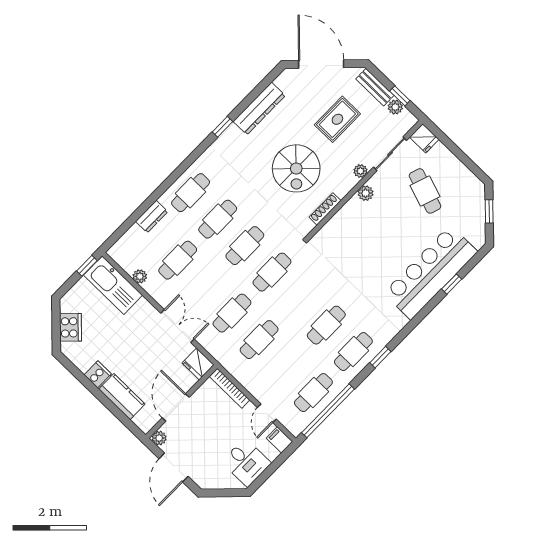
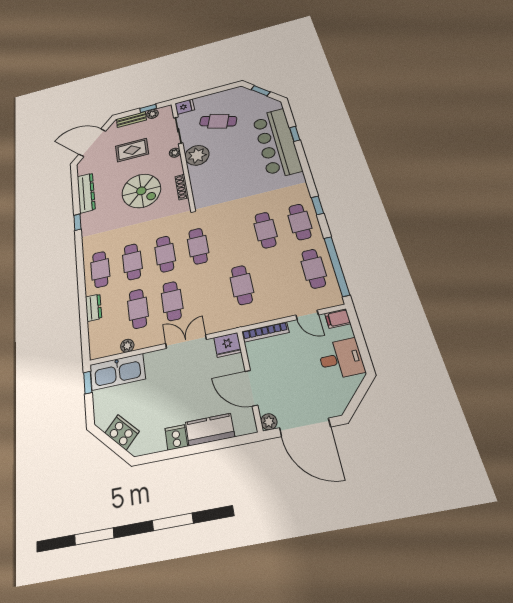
rug: (337, 119) -> (132, 150), turned 90
plant: (366, 193) -> (197, 155), width x1.88, depth x1.88
cafe table: (232, 313) -> (172, 301), moved
door: (174, 468) -> (305, 427), width x1.36

